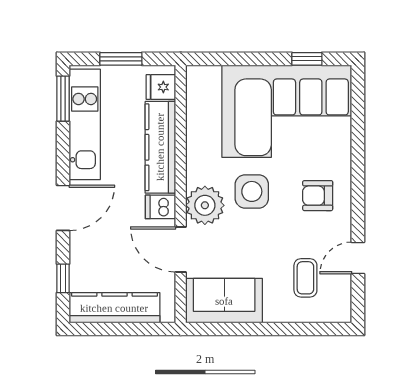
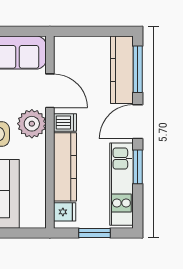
window: (63, 99) -> (138, 167), moved
window: (63, 278) -> (138, 69), width x2.17
kitchen counter: (114, 308) -> (122, 70), moved, turned 90

